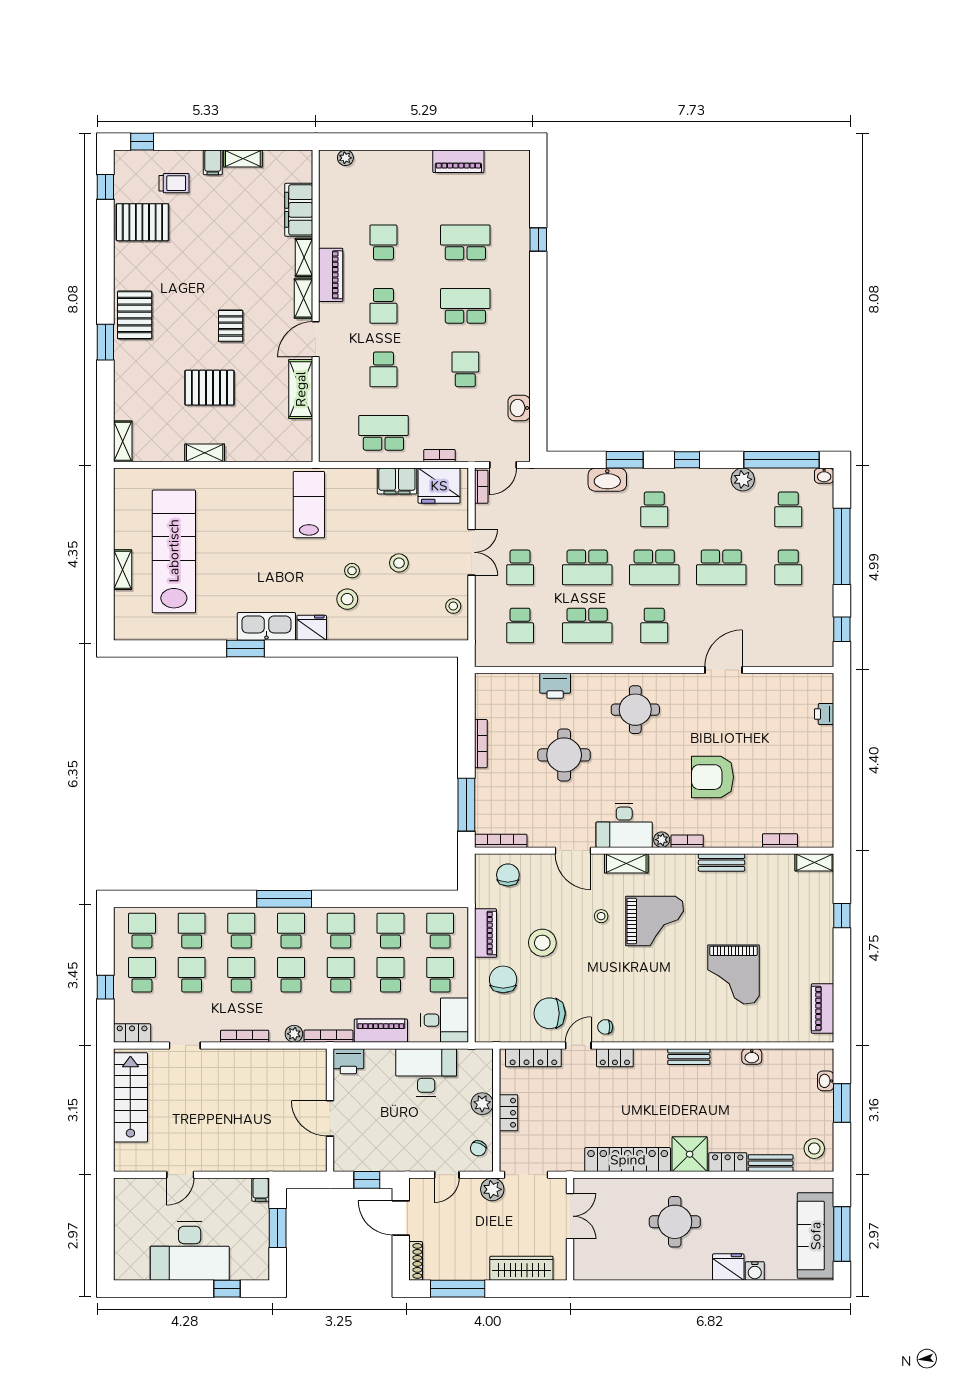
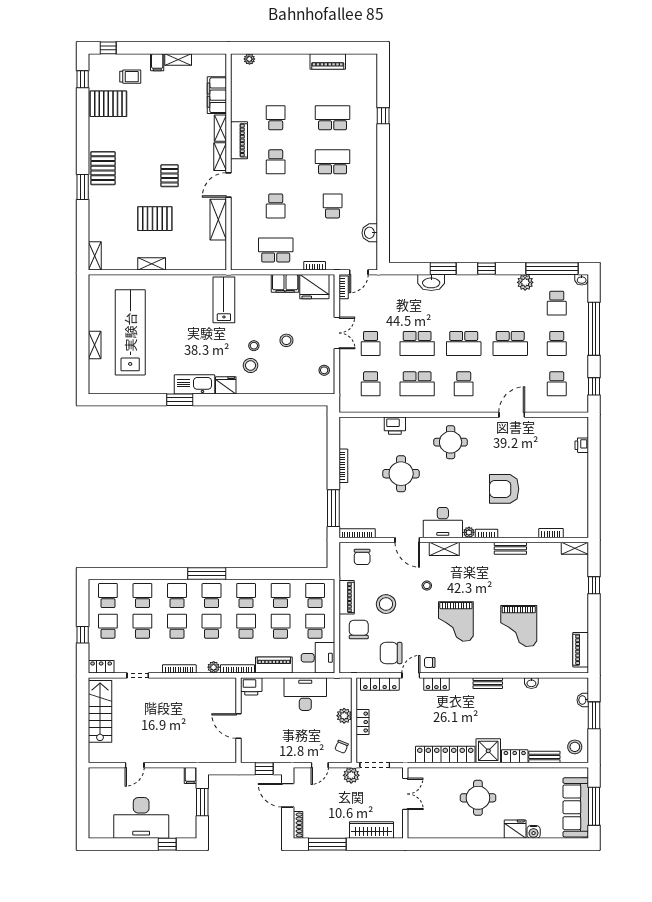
school desk: (654, 509) -> (557, 384), moved
chair: (508, 875) -> (362, 557), turned 180
grand piano: (655, 921) -> (456, 622), moved, turned 90

